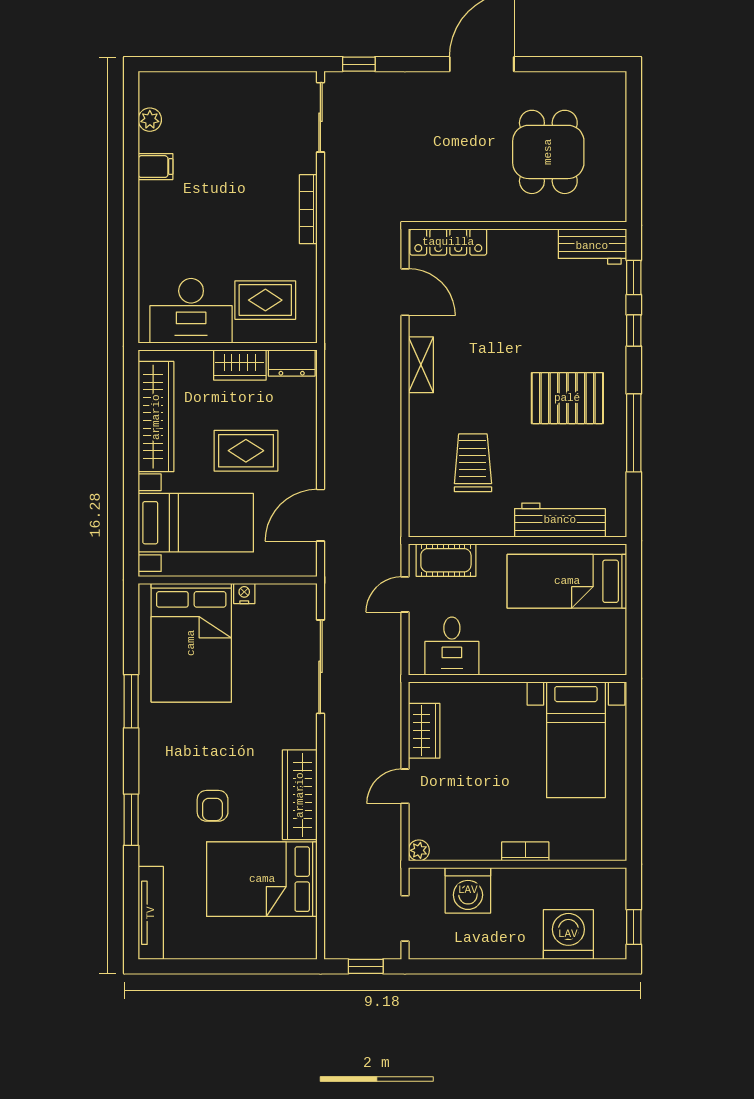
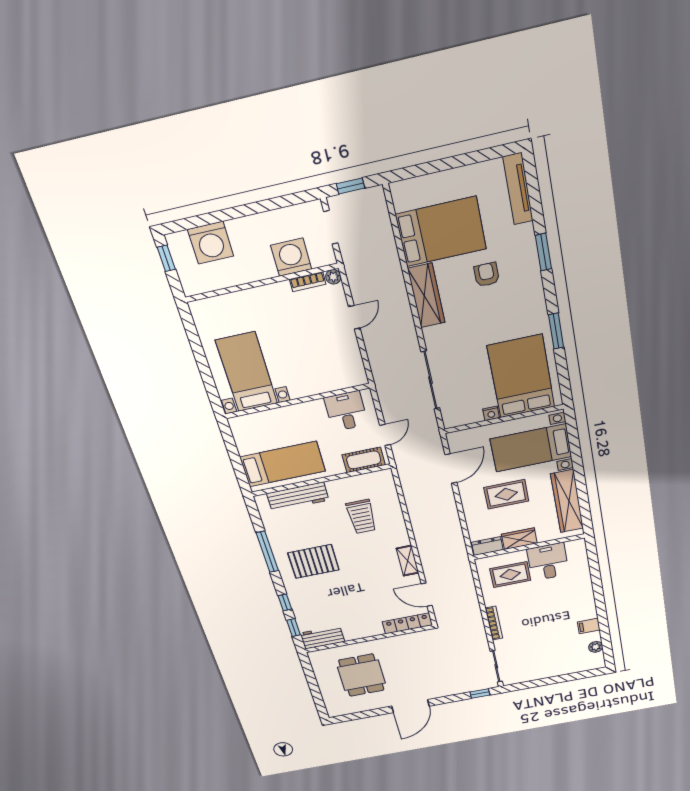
desk: (191, 311) -> (548, 562), width x0.73
wardrobe: (424, 731) -> (350, 356), removed
bookcase: (525, 851) -> (308, 282), moved

